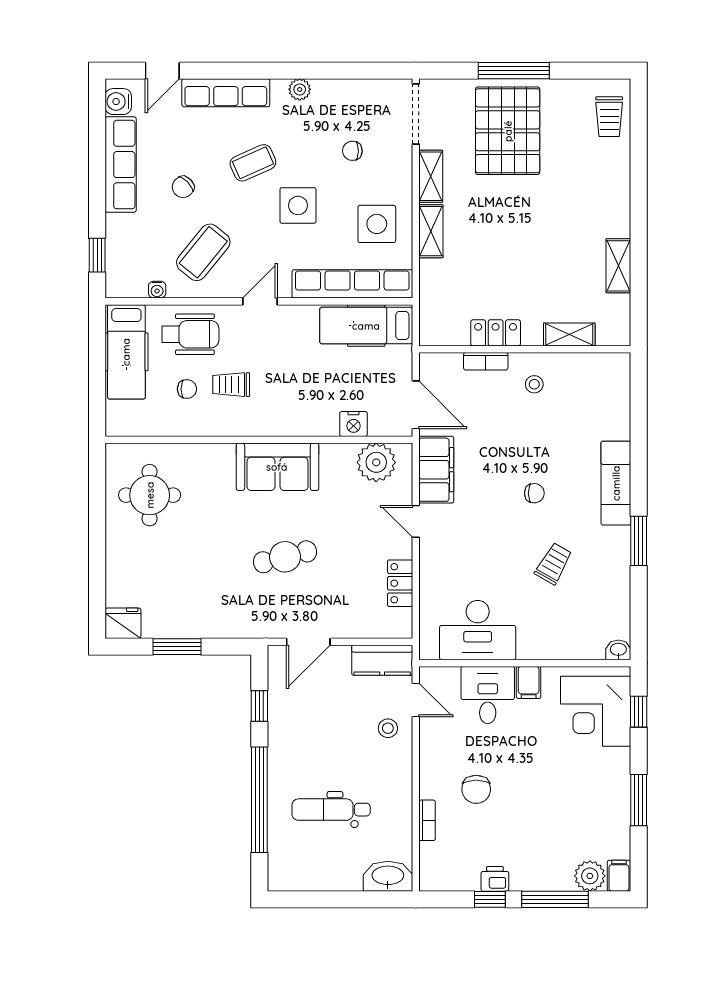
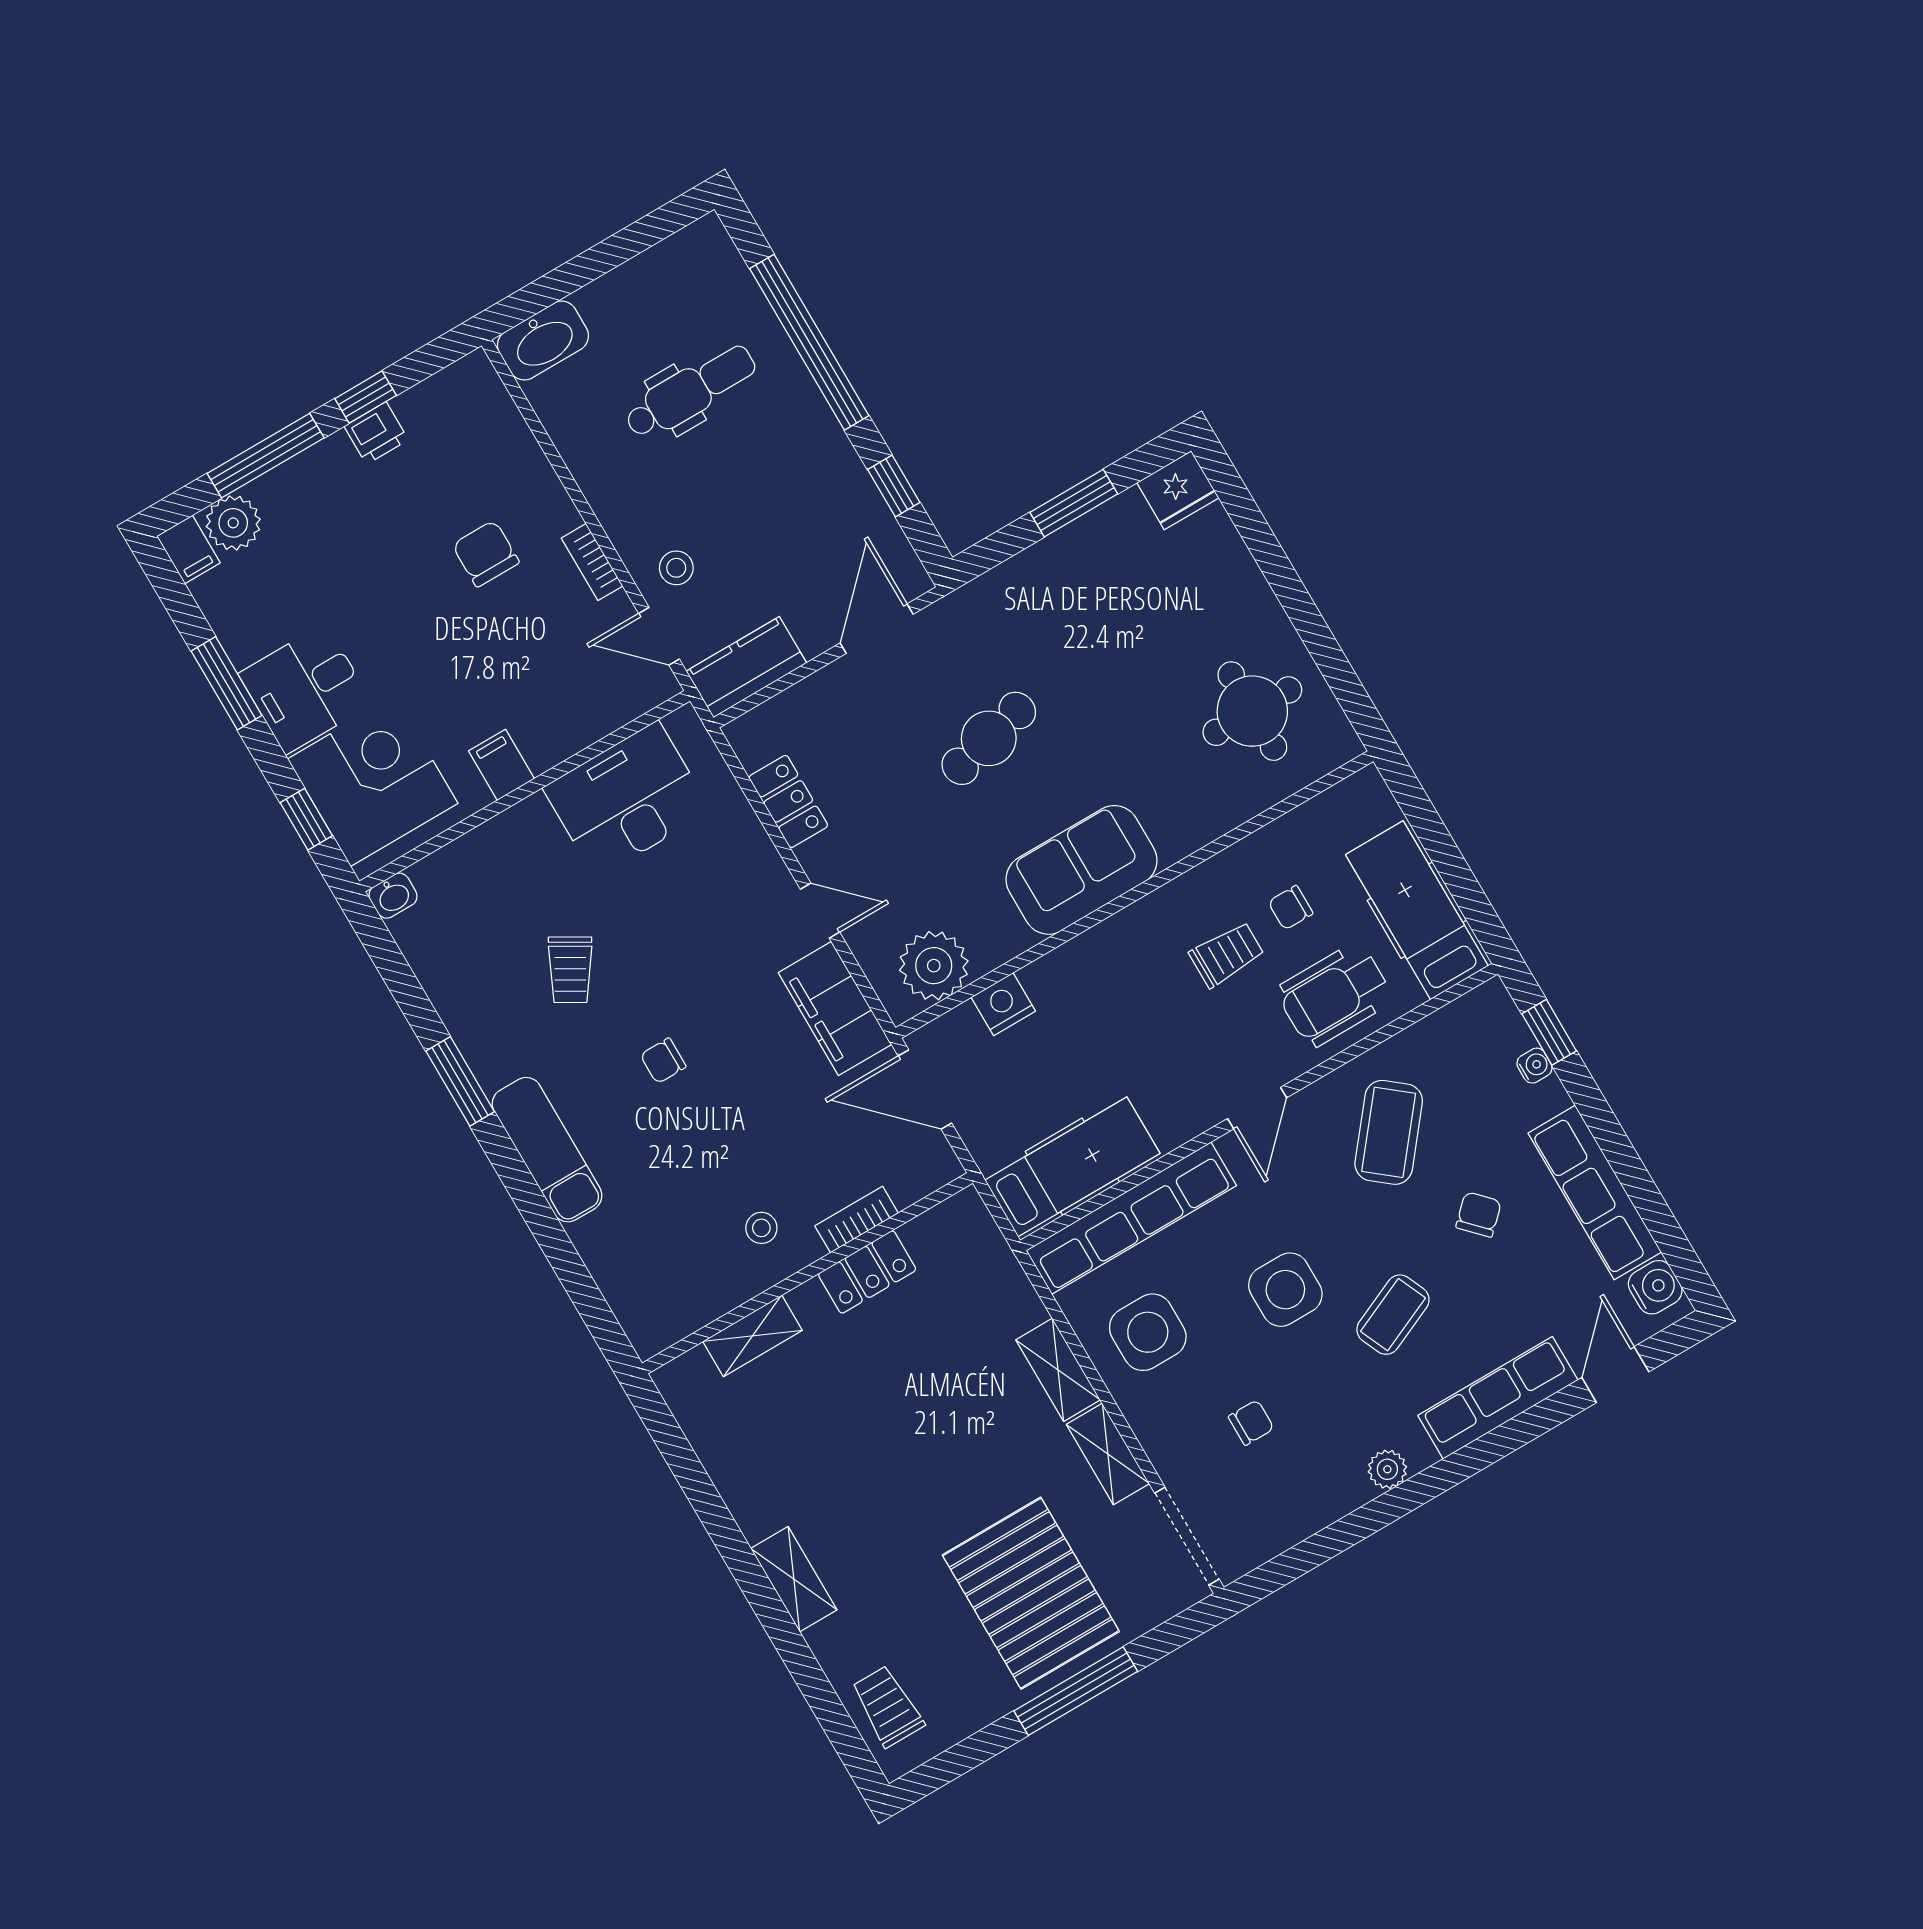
shelving: (618, 266) -> (794, 1579), moved
water cooler: (157, 290) -> (1534, 1066), moved, turned 90
desk: (488, 695) -> (305, 689), moved, turned 90
bookcase: (427, 820) -> (592, 562), moved

